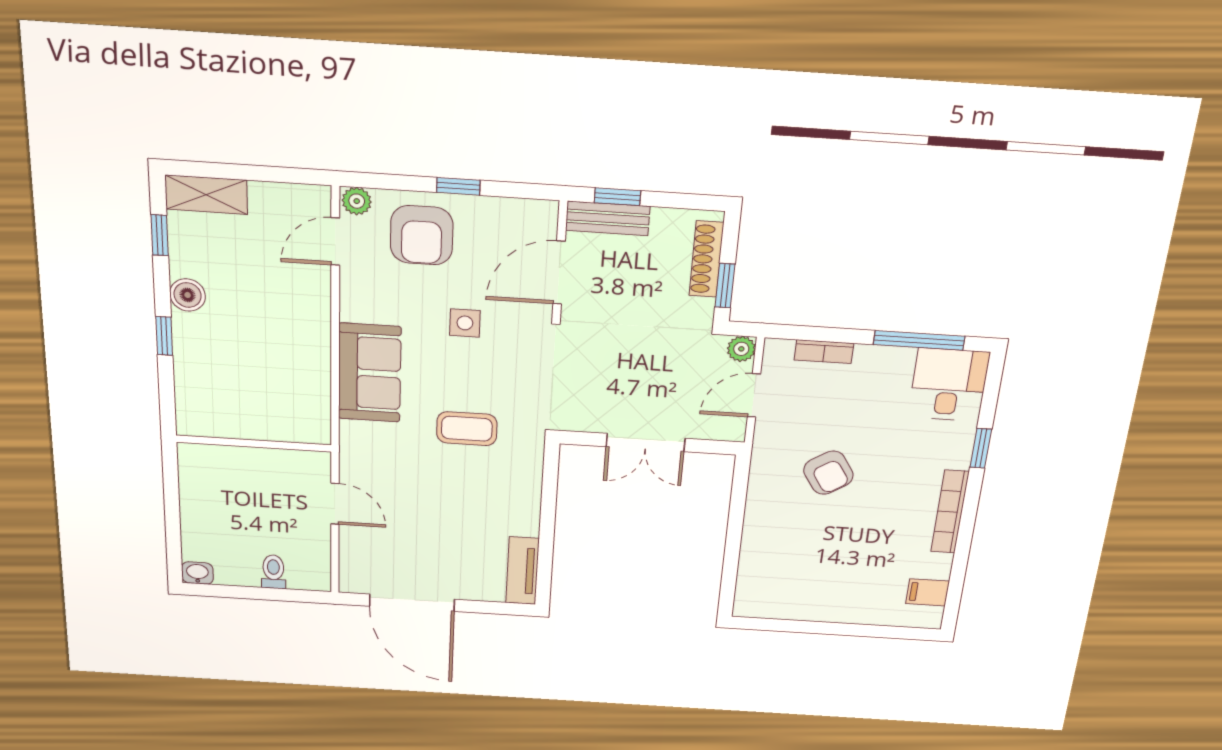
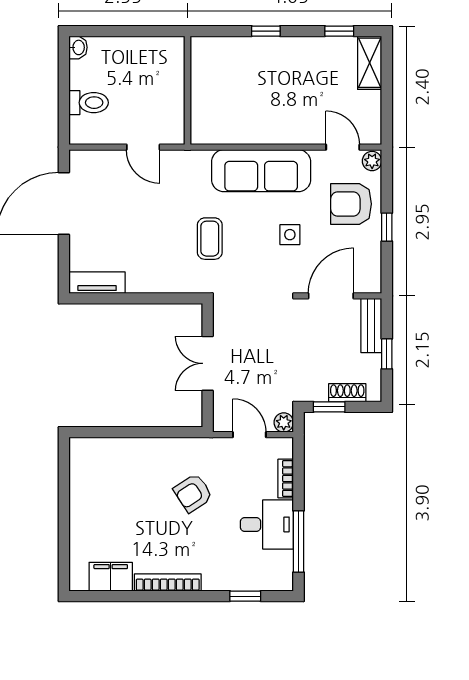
window: (617, 197) -> (387, 354), moved
shoe rack: (706, 259) -> (347, 393), width x0.70
door: (559, 273) -> (331, 296), hinge flipped
boiler: (188, 295) -> (297, 48), removed
sofa: (370, 373) -> (261, 171), width x1.36
desk: (949, 385) -> (267, 524), moved
window: (981, 448) -> (245, 596), moved
door: (335, 504) -> (143, 147), hinge flipped
toilet: (273, 572) -> (89, 103), width x1.37, depth x1.39
filing cabinet: (927, 592) -> (111, 577), width x2.00

